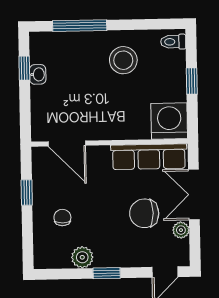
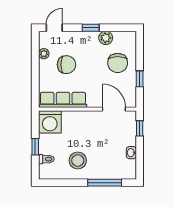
toilet: (173, 42) -> (46, 159), moved
window: (24, 68) -> (140, 128), moved
double door: (194, 195) -> (35, 76), removed
chair: (62, 218) -> (118, 63), width x1.87, depth x1.87

